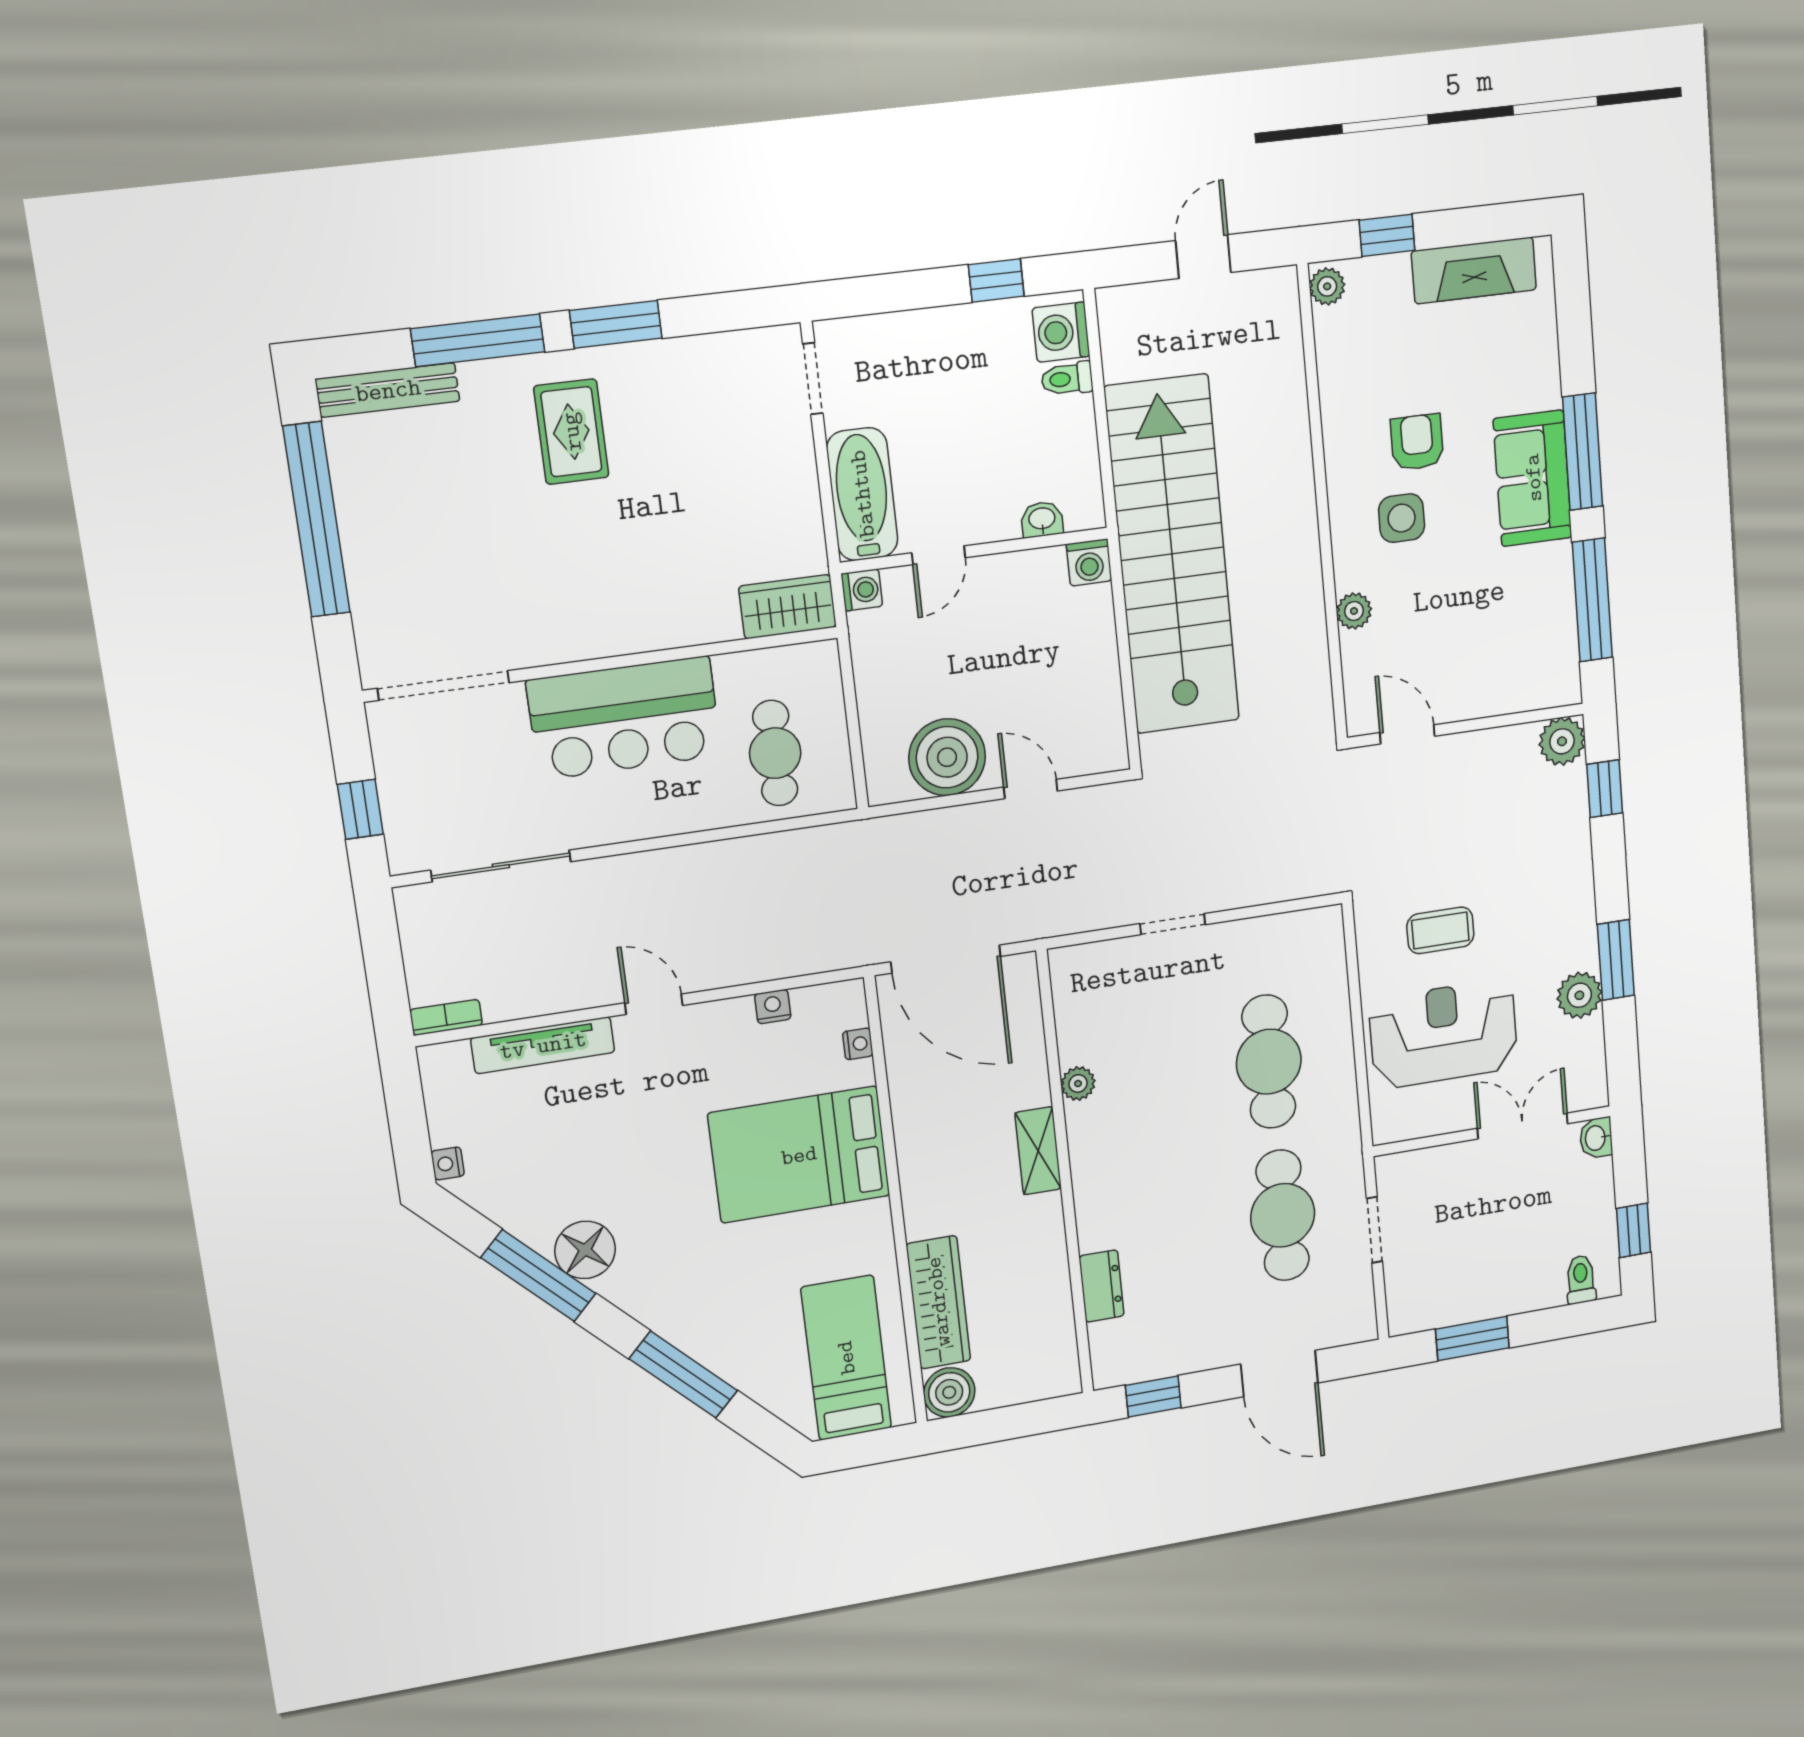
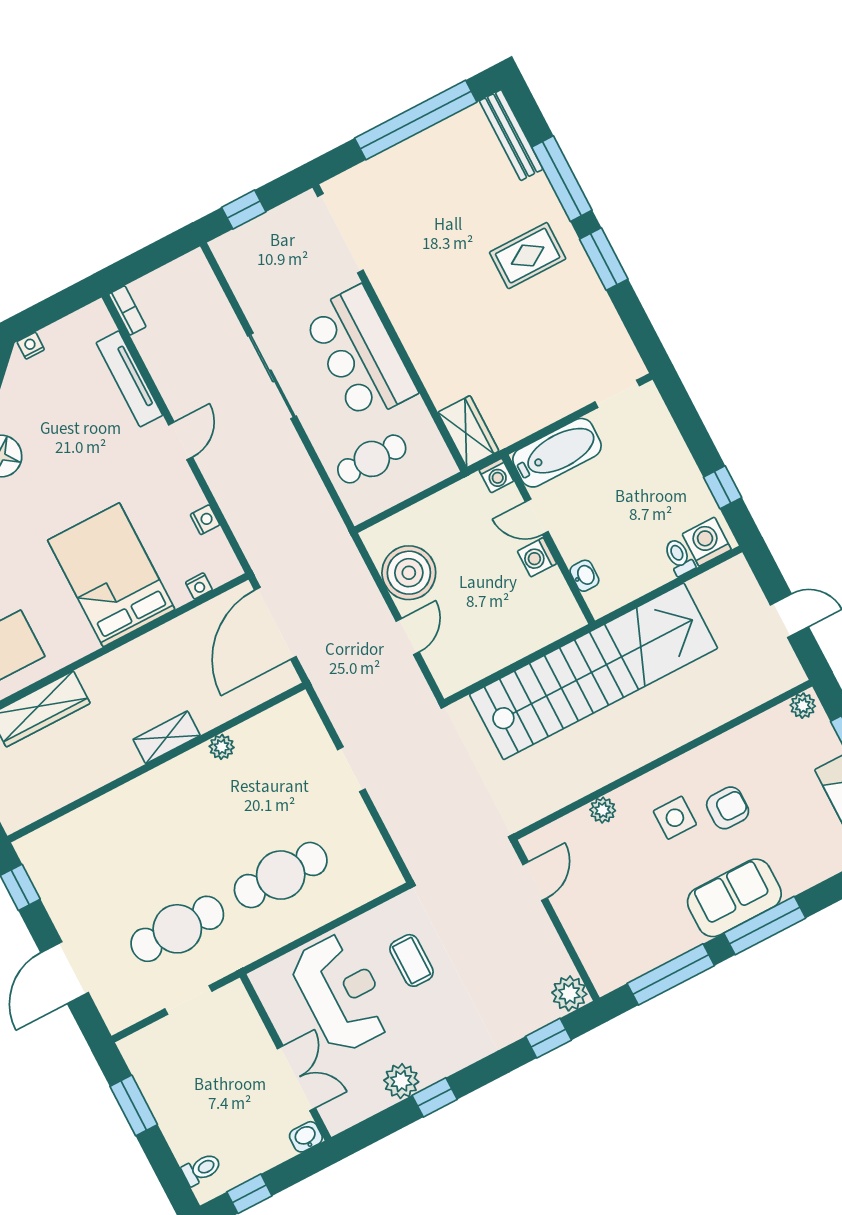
washing machine: (1089, 562) -> (537, 557), moved
sliding door: (501, 866) -> (272, 376), moved
window: (1616, 960) -> (435, 1097), width x0.67
dresser: (1102, 1286) -> (87, 819), removed

